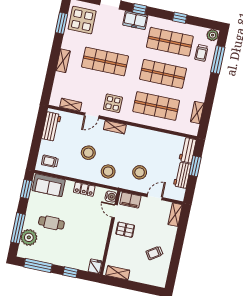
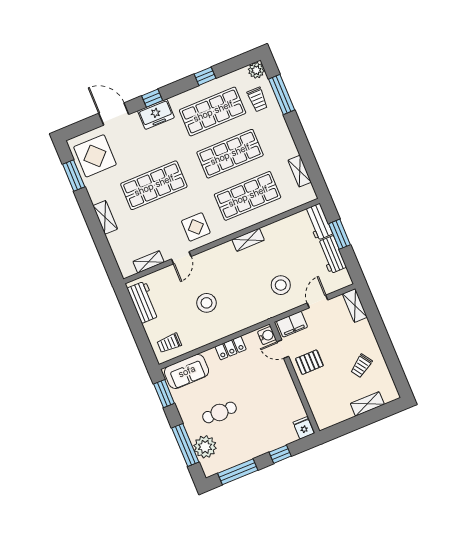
shelving: (115, 127) -> (248, 240), moved
stool: (108, 171) -> (244, 309), removed
shelving: (118, 273) -> (367, 404), moved

